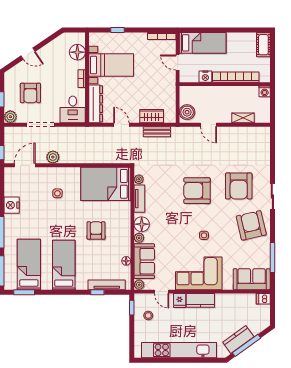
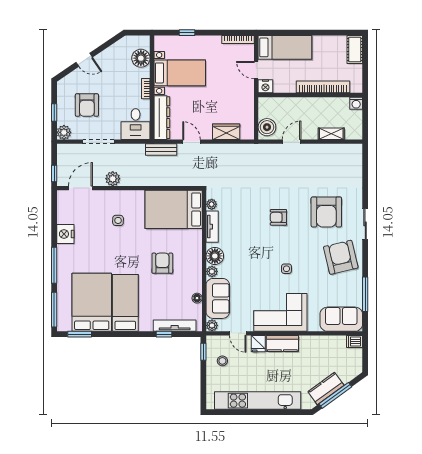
nightstand: (205, 77) -> (265, 86), moved
door: (208, 125) -> (292, 142), swing flipped
bench: (157, 132) -> (161, 150), moved
armchair: (197, 191) -> (278, 217), width x0.53, depth x0.53
bed: (29, 265) -> (92, 302), width x1.50

